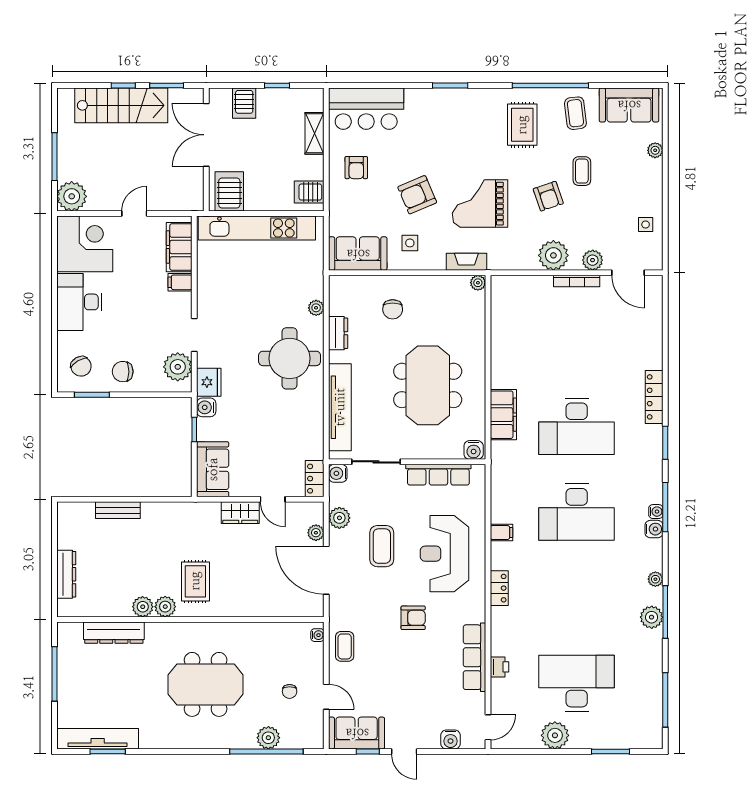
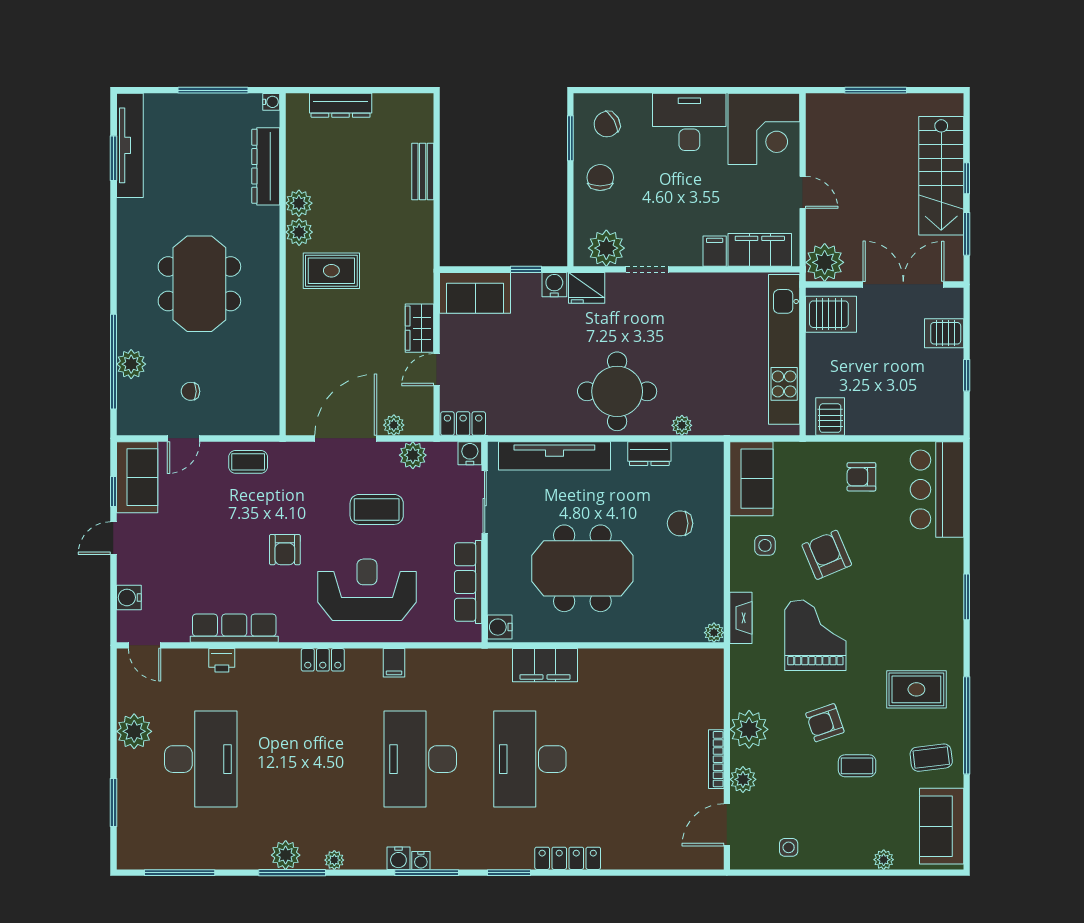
shelving: (315, 133) -> (905, 423), removed
plant: (72, 196) -> (825, 262), moved
water cooler: (317, 635) -> (271, 102), moved, turned -90

